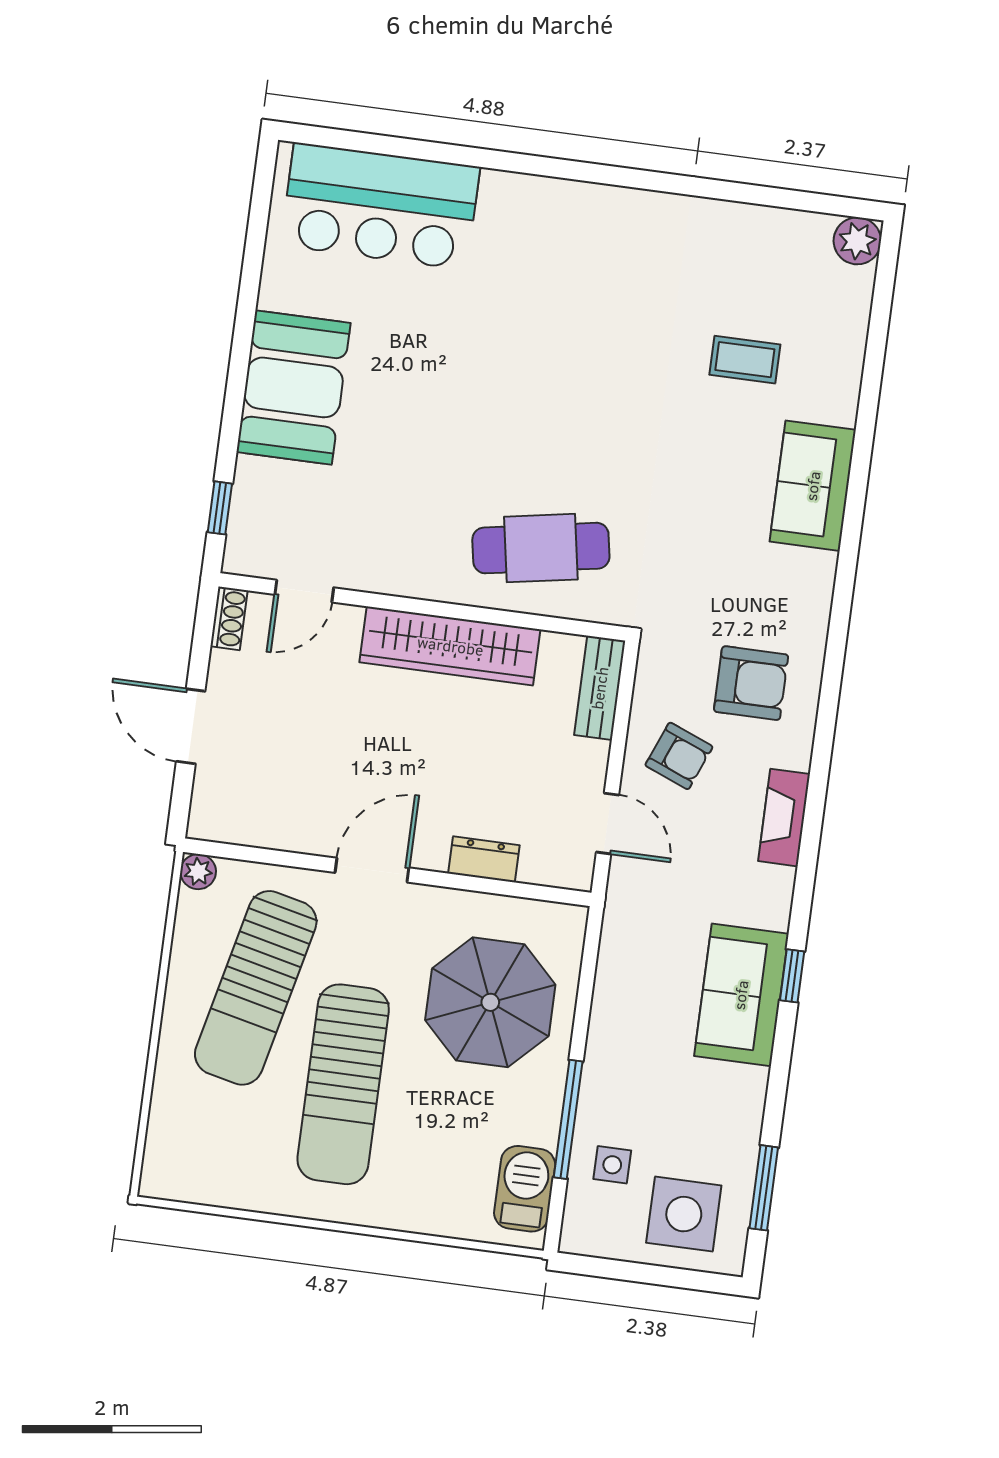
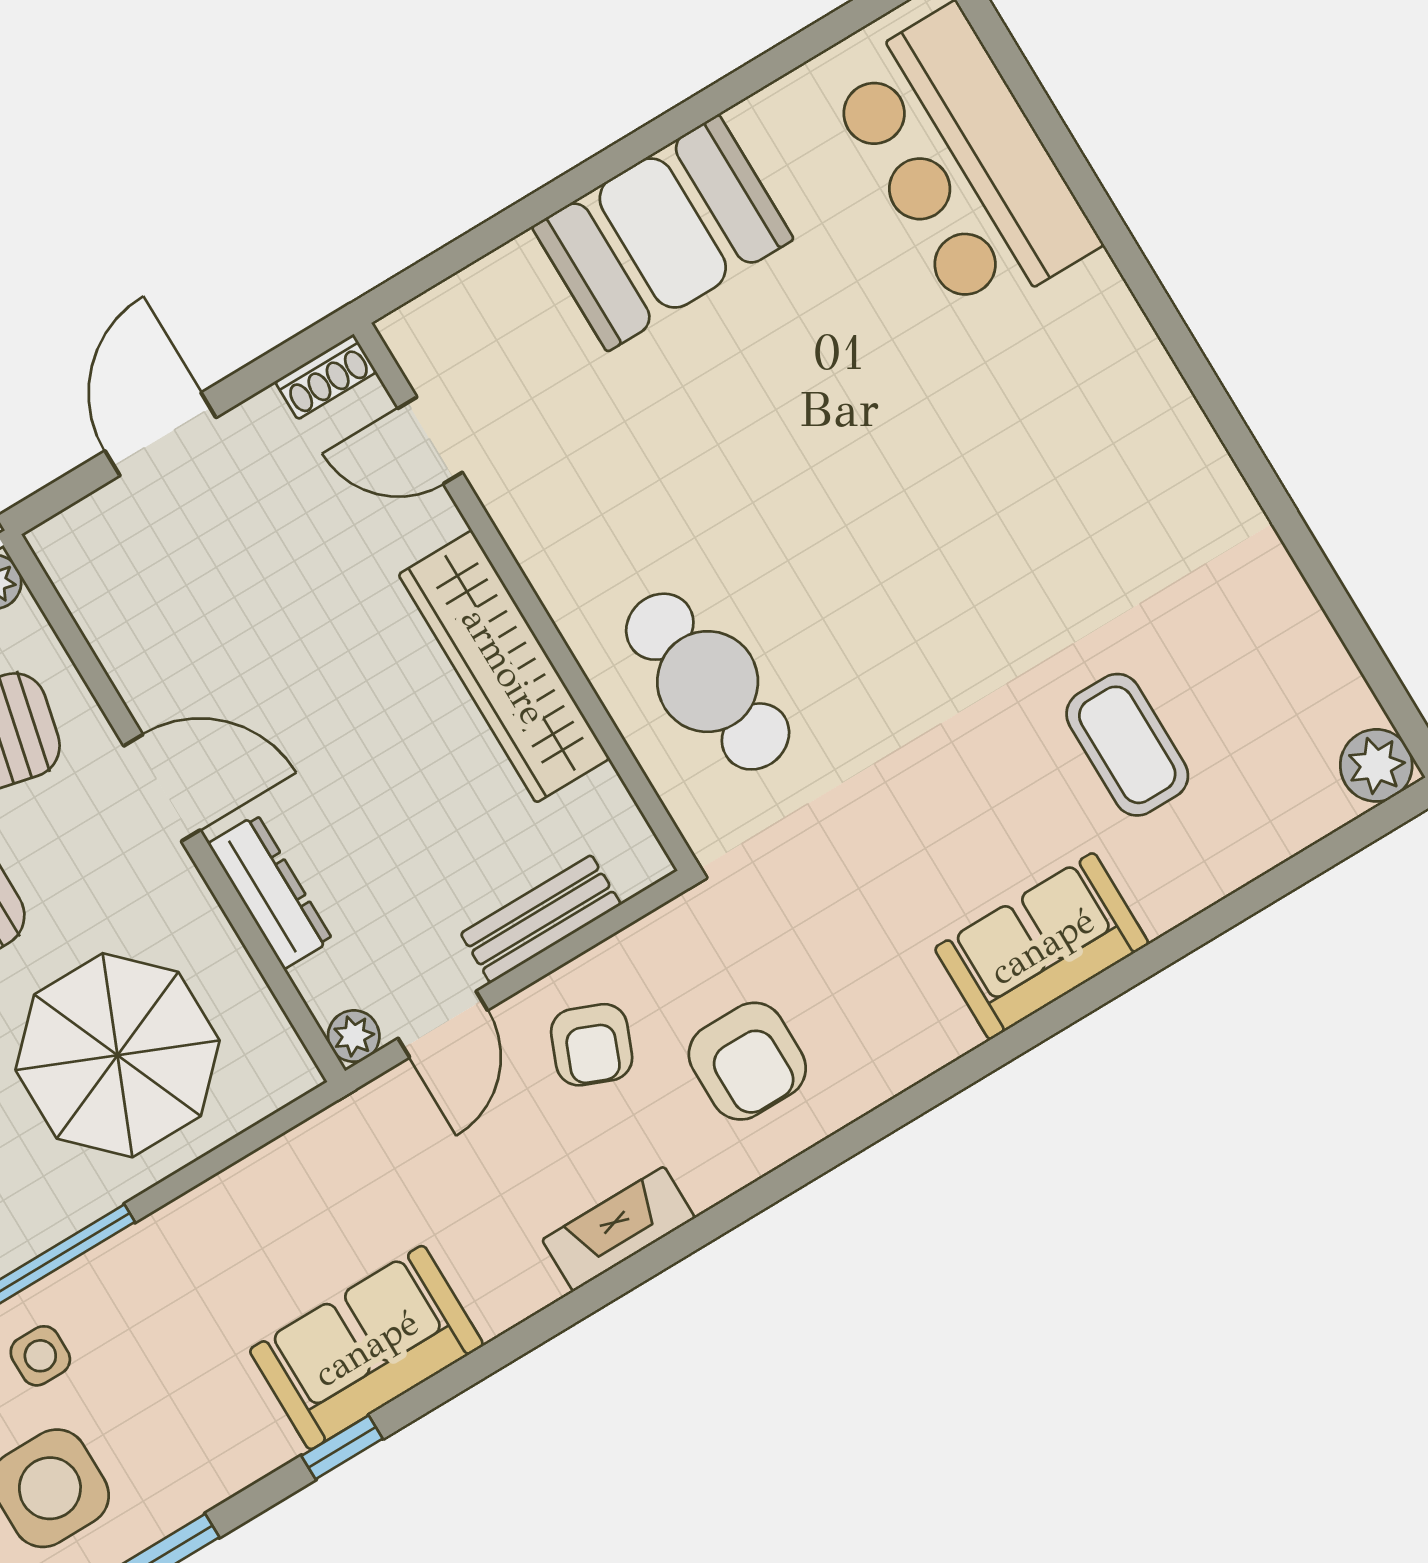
coffee table: (745, 360) -> (1127, 745), width x1.36, depth x1.30
window: (220, 508) -> (449, 260), removed
bench: (600, 688) -> (541, 919), moved
dresser: (484, 859) -> (270, 892), width x1.44
plant: (577, 874) -> (354, 1036), added
window: (792, 976) -> (342, 1447), moved

